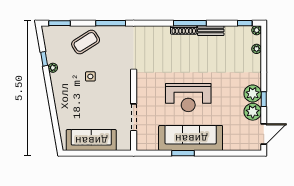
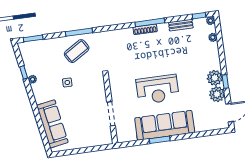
bench: (211, 31) -> (181, 25), moved
coffee table: (86, 42) -> (77, 51), moved
sofa: (91, 140) -> (52, 124), moved, turned 80

